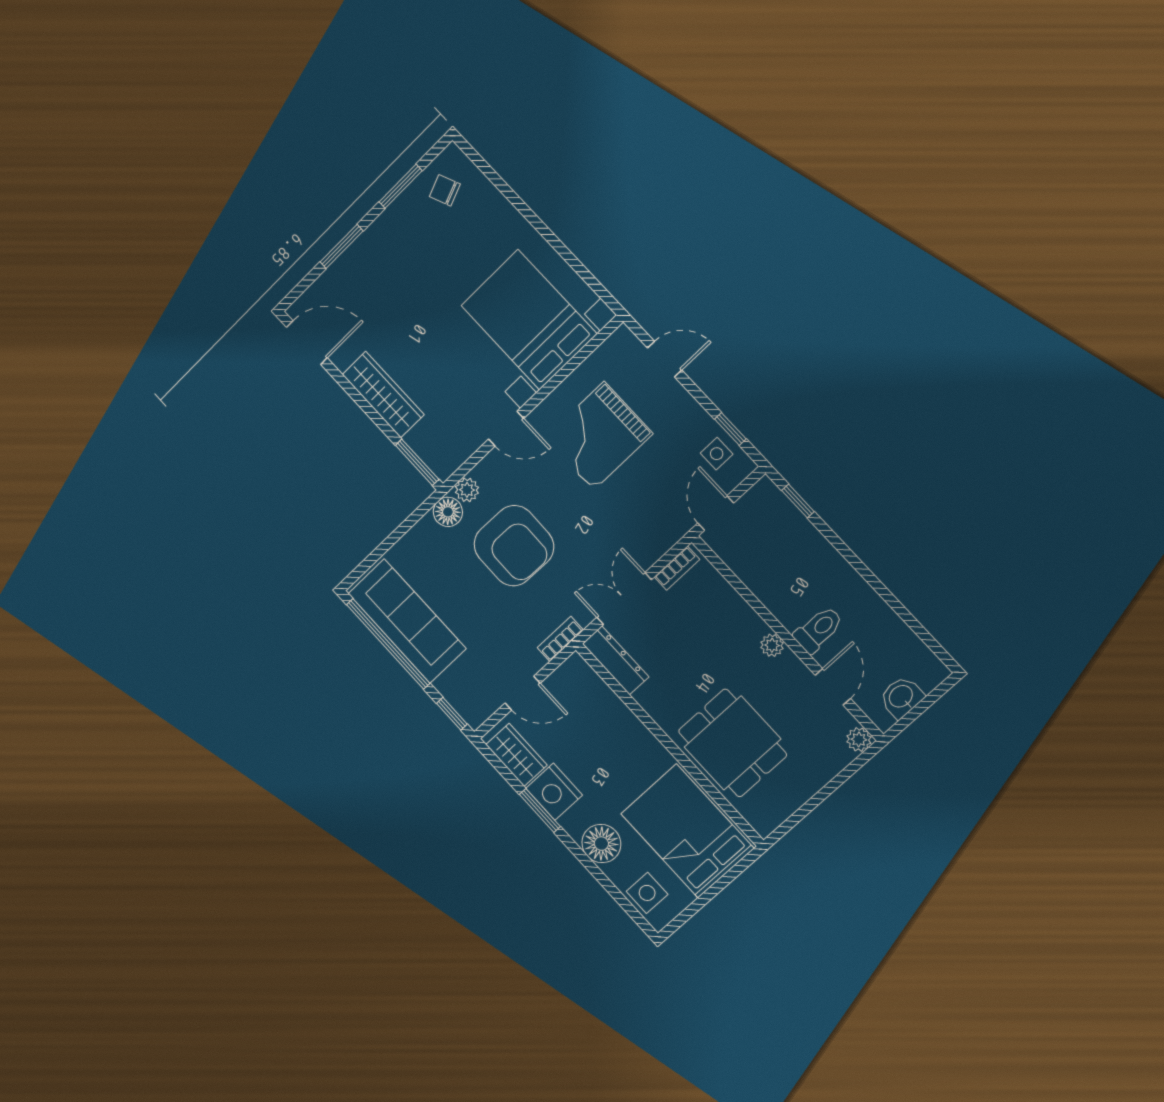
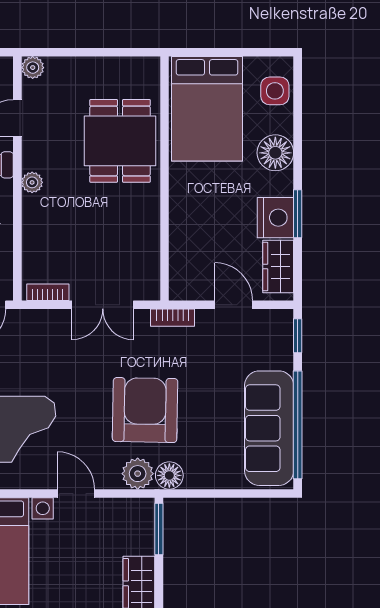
plant: (467, 490) -> (138, 474), width x1.38, depth x1.38
dresser: (616, 660) -> (148, 269), removed

